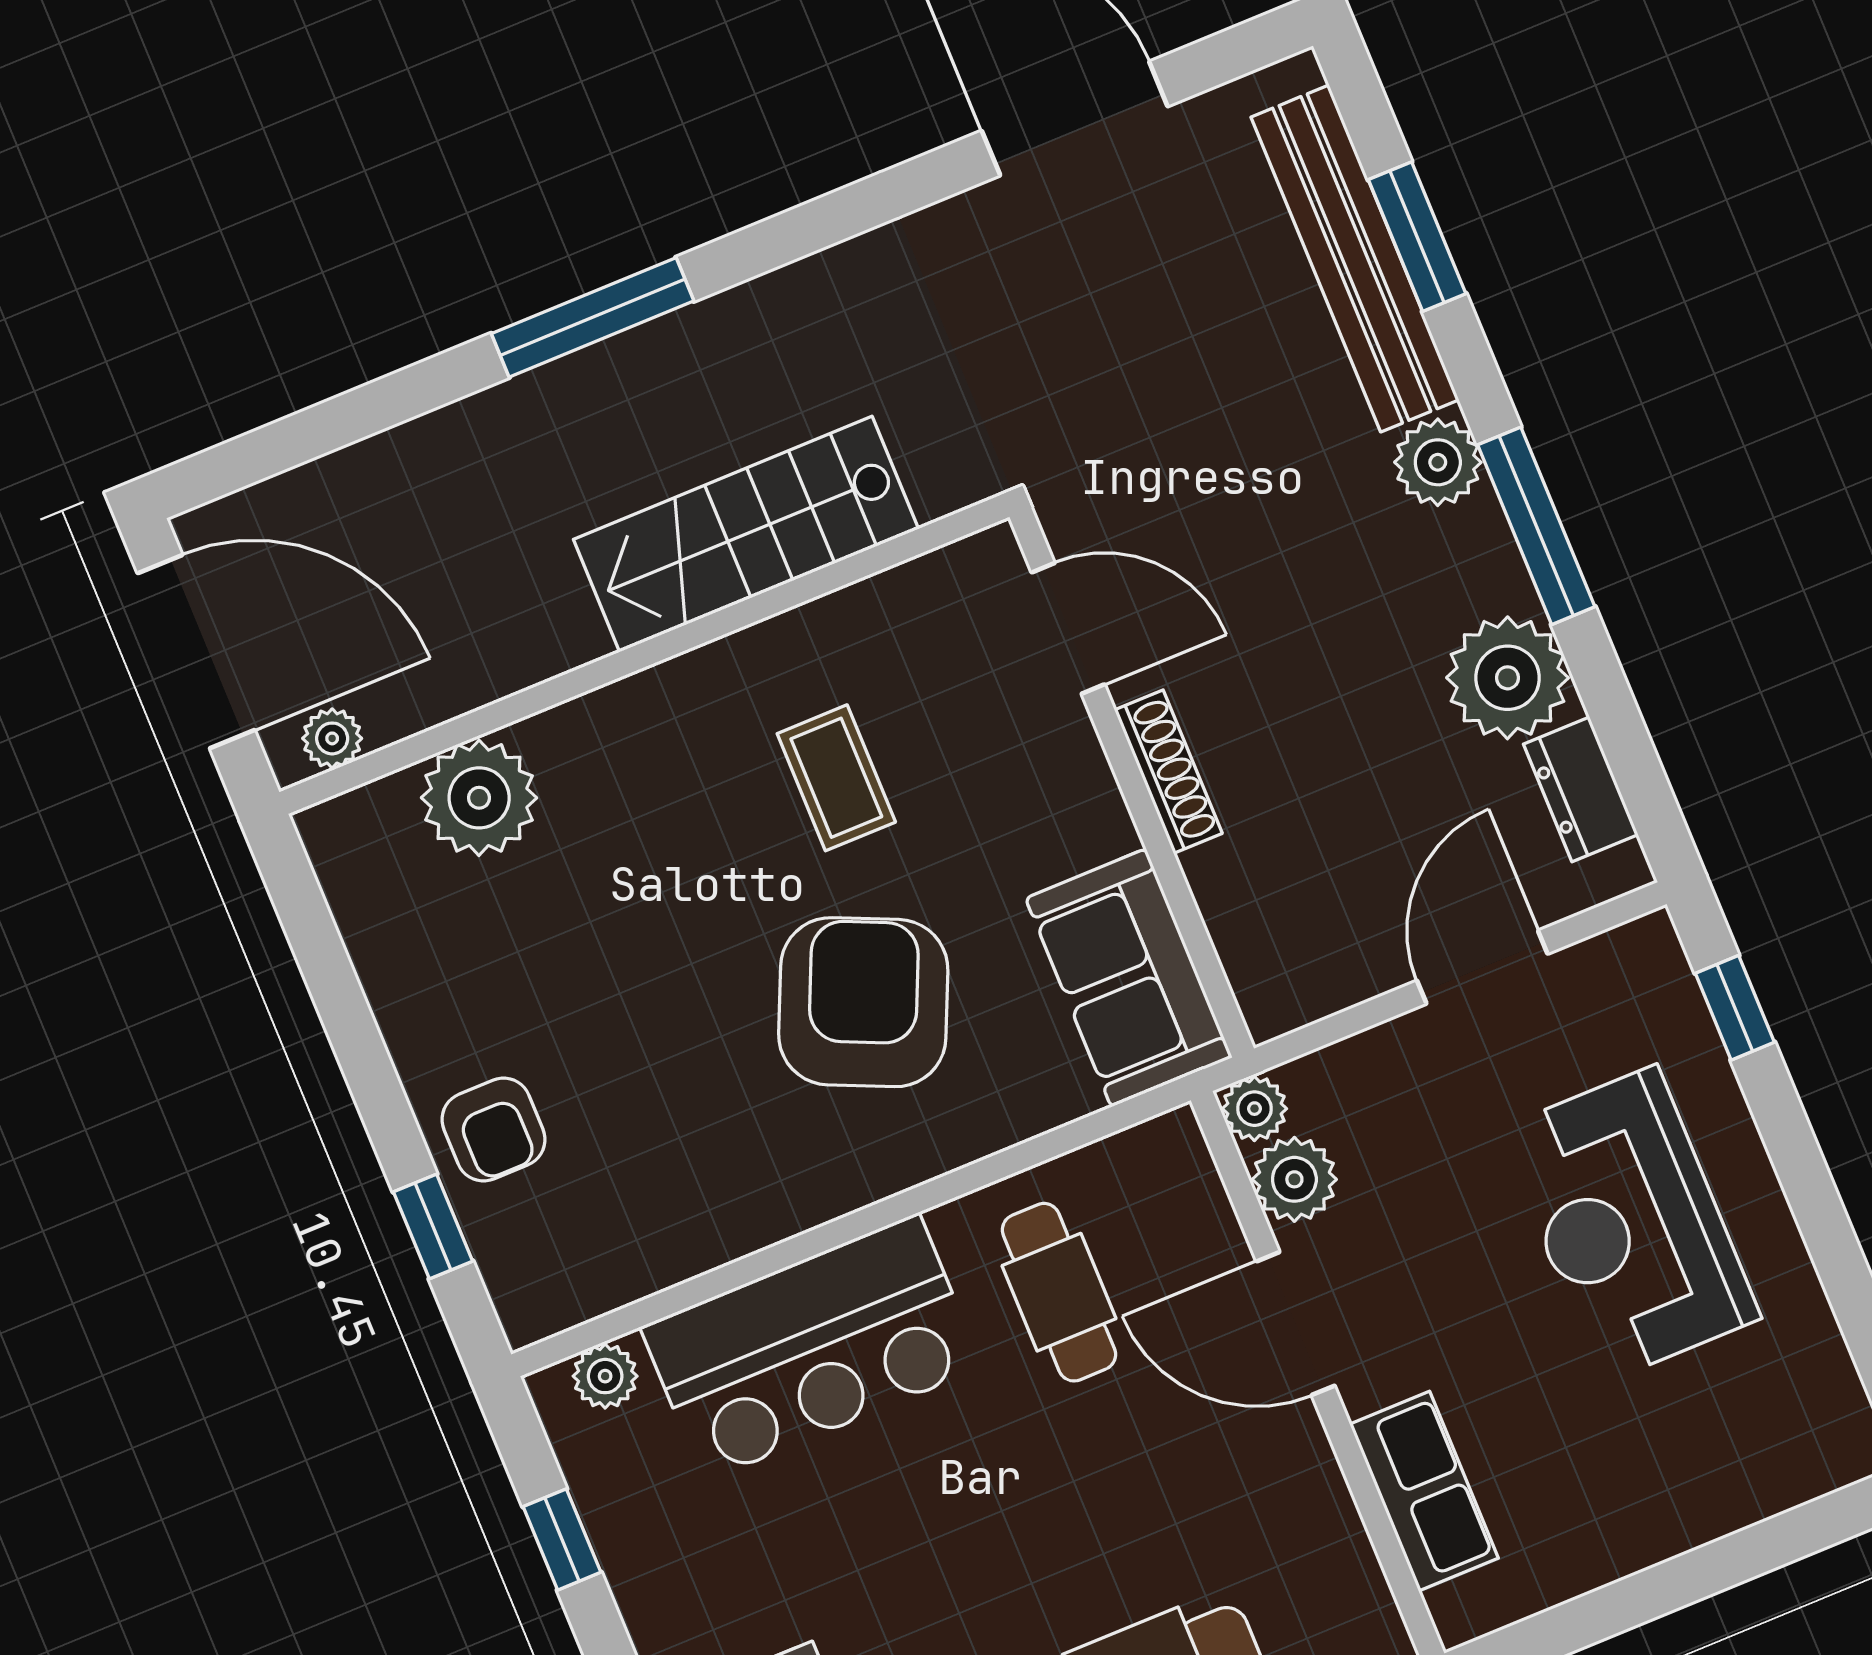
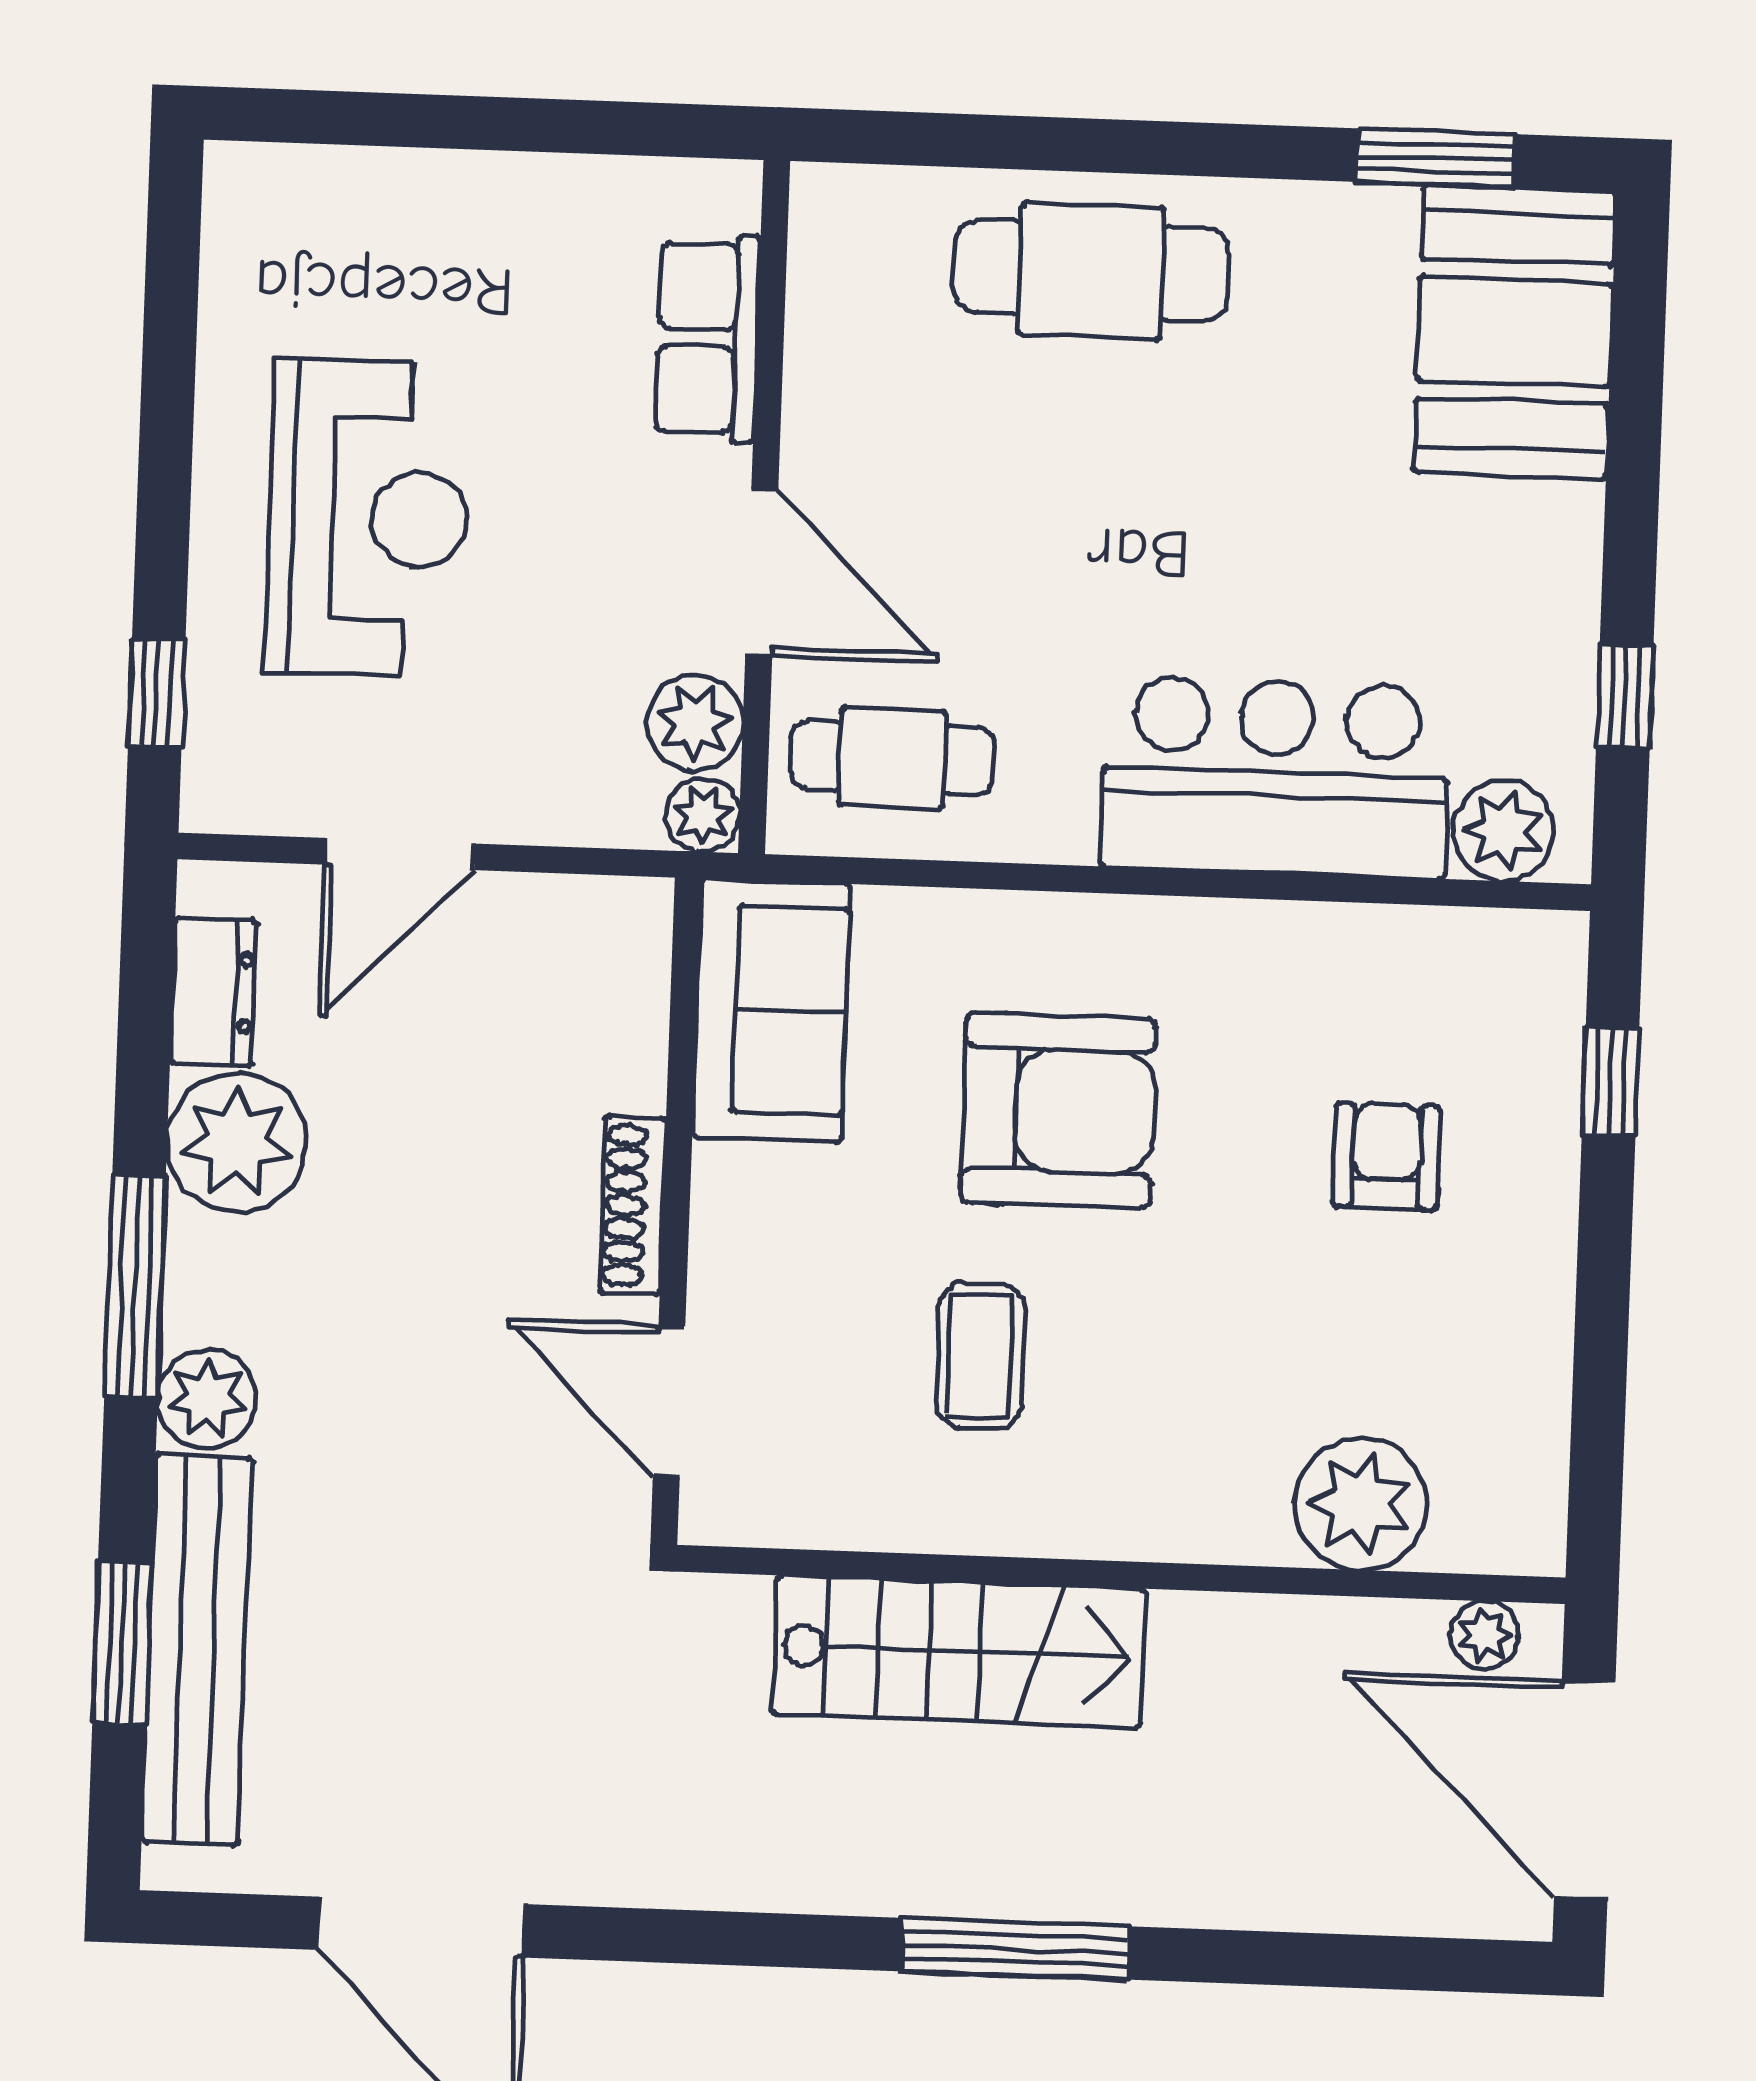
armchair: (863, 1002) -> (1058, 1110), turned -114
armchair: (494, 1129) -> (1387, 1156), moved
cafe table: (1059, 1292) -> (892, 758), moved, turned 90
plant: (605, 1376) -> (1503, 831), width x1.38, depth x1.38

